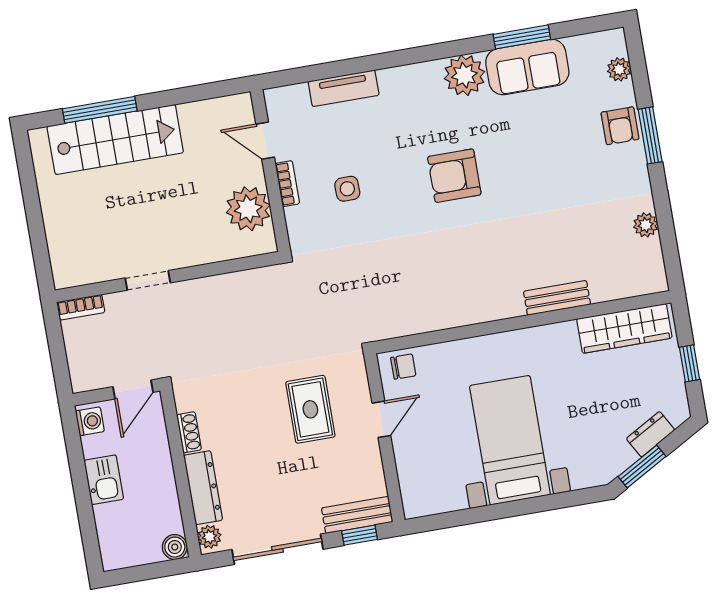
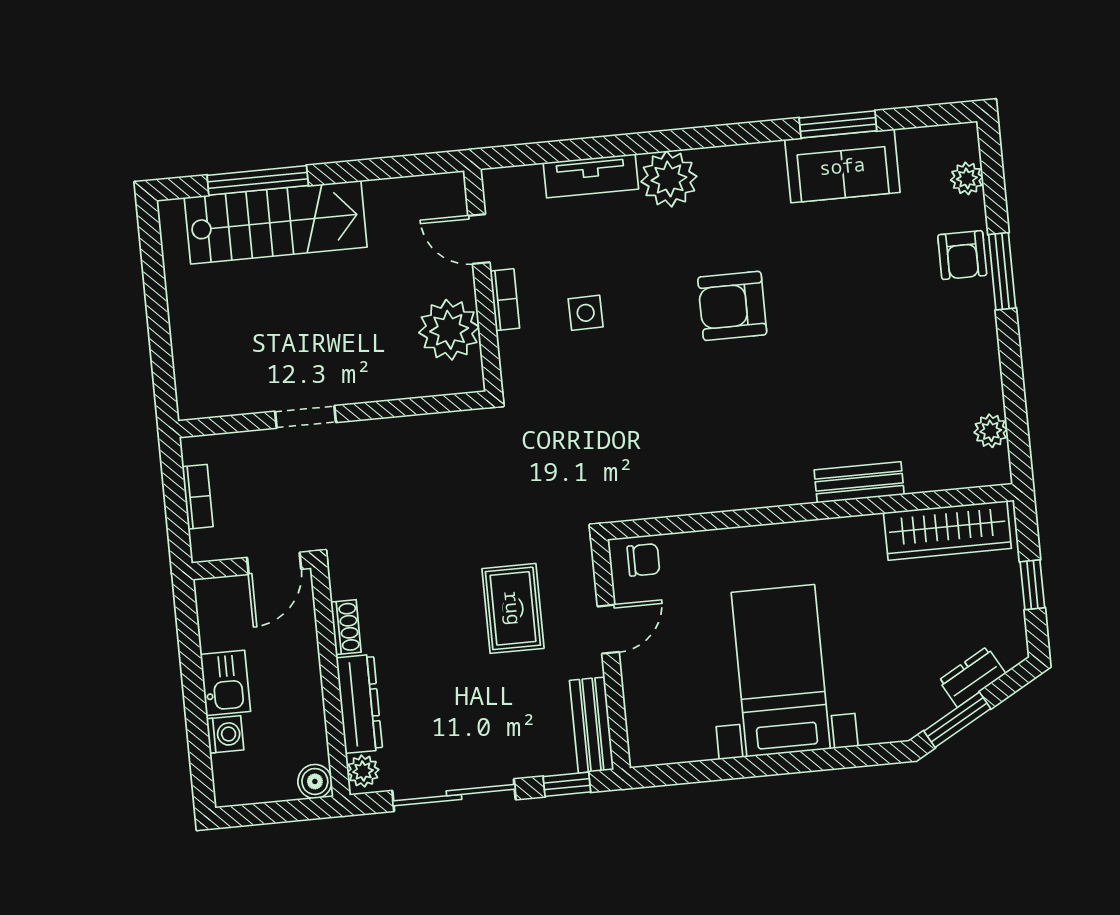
plant: (464, 75) -> (669, 179), moved
plant: (646, 225) -> (991, 431), moved
bookcase: (81, 307) -> (198, 497), moved, turned -90
washing machine: (90, 421) -> (225, 734), moved
bench: (357, 515) -> (592, 725), moved, turned 90

